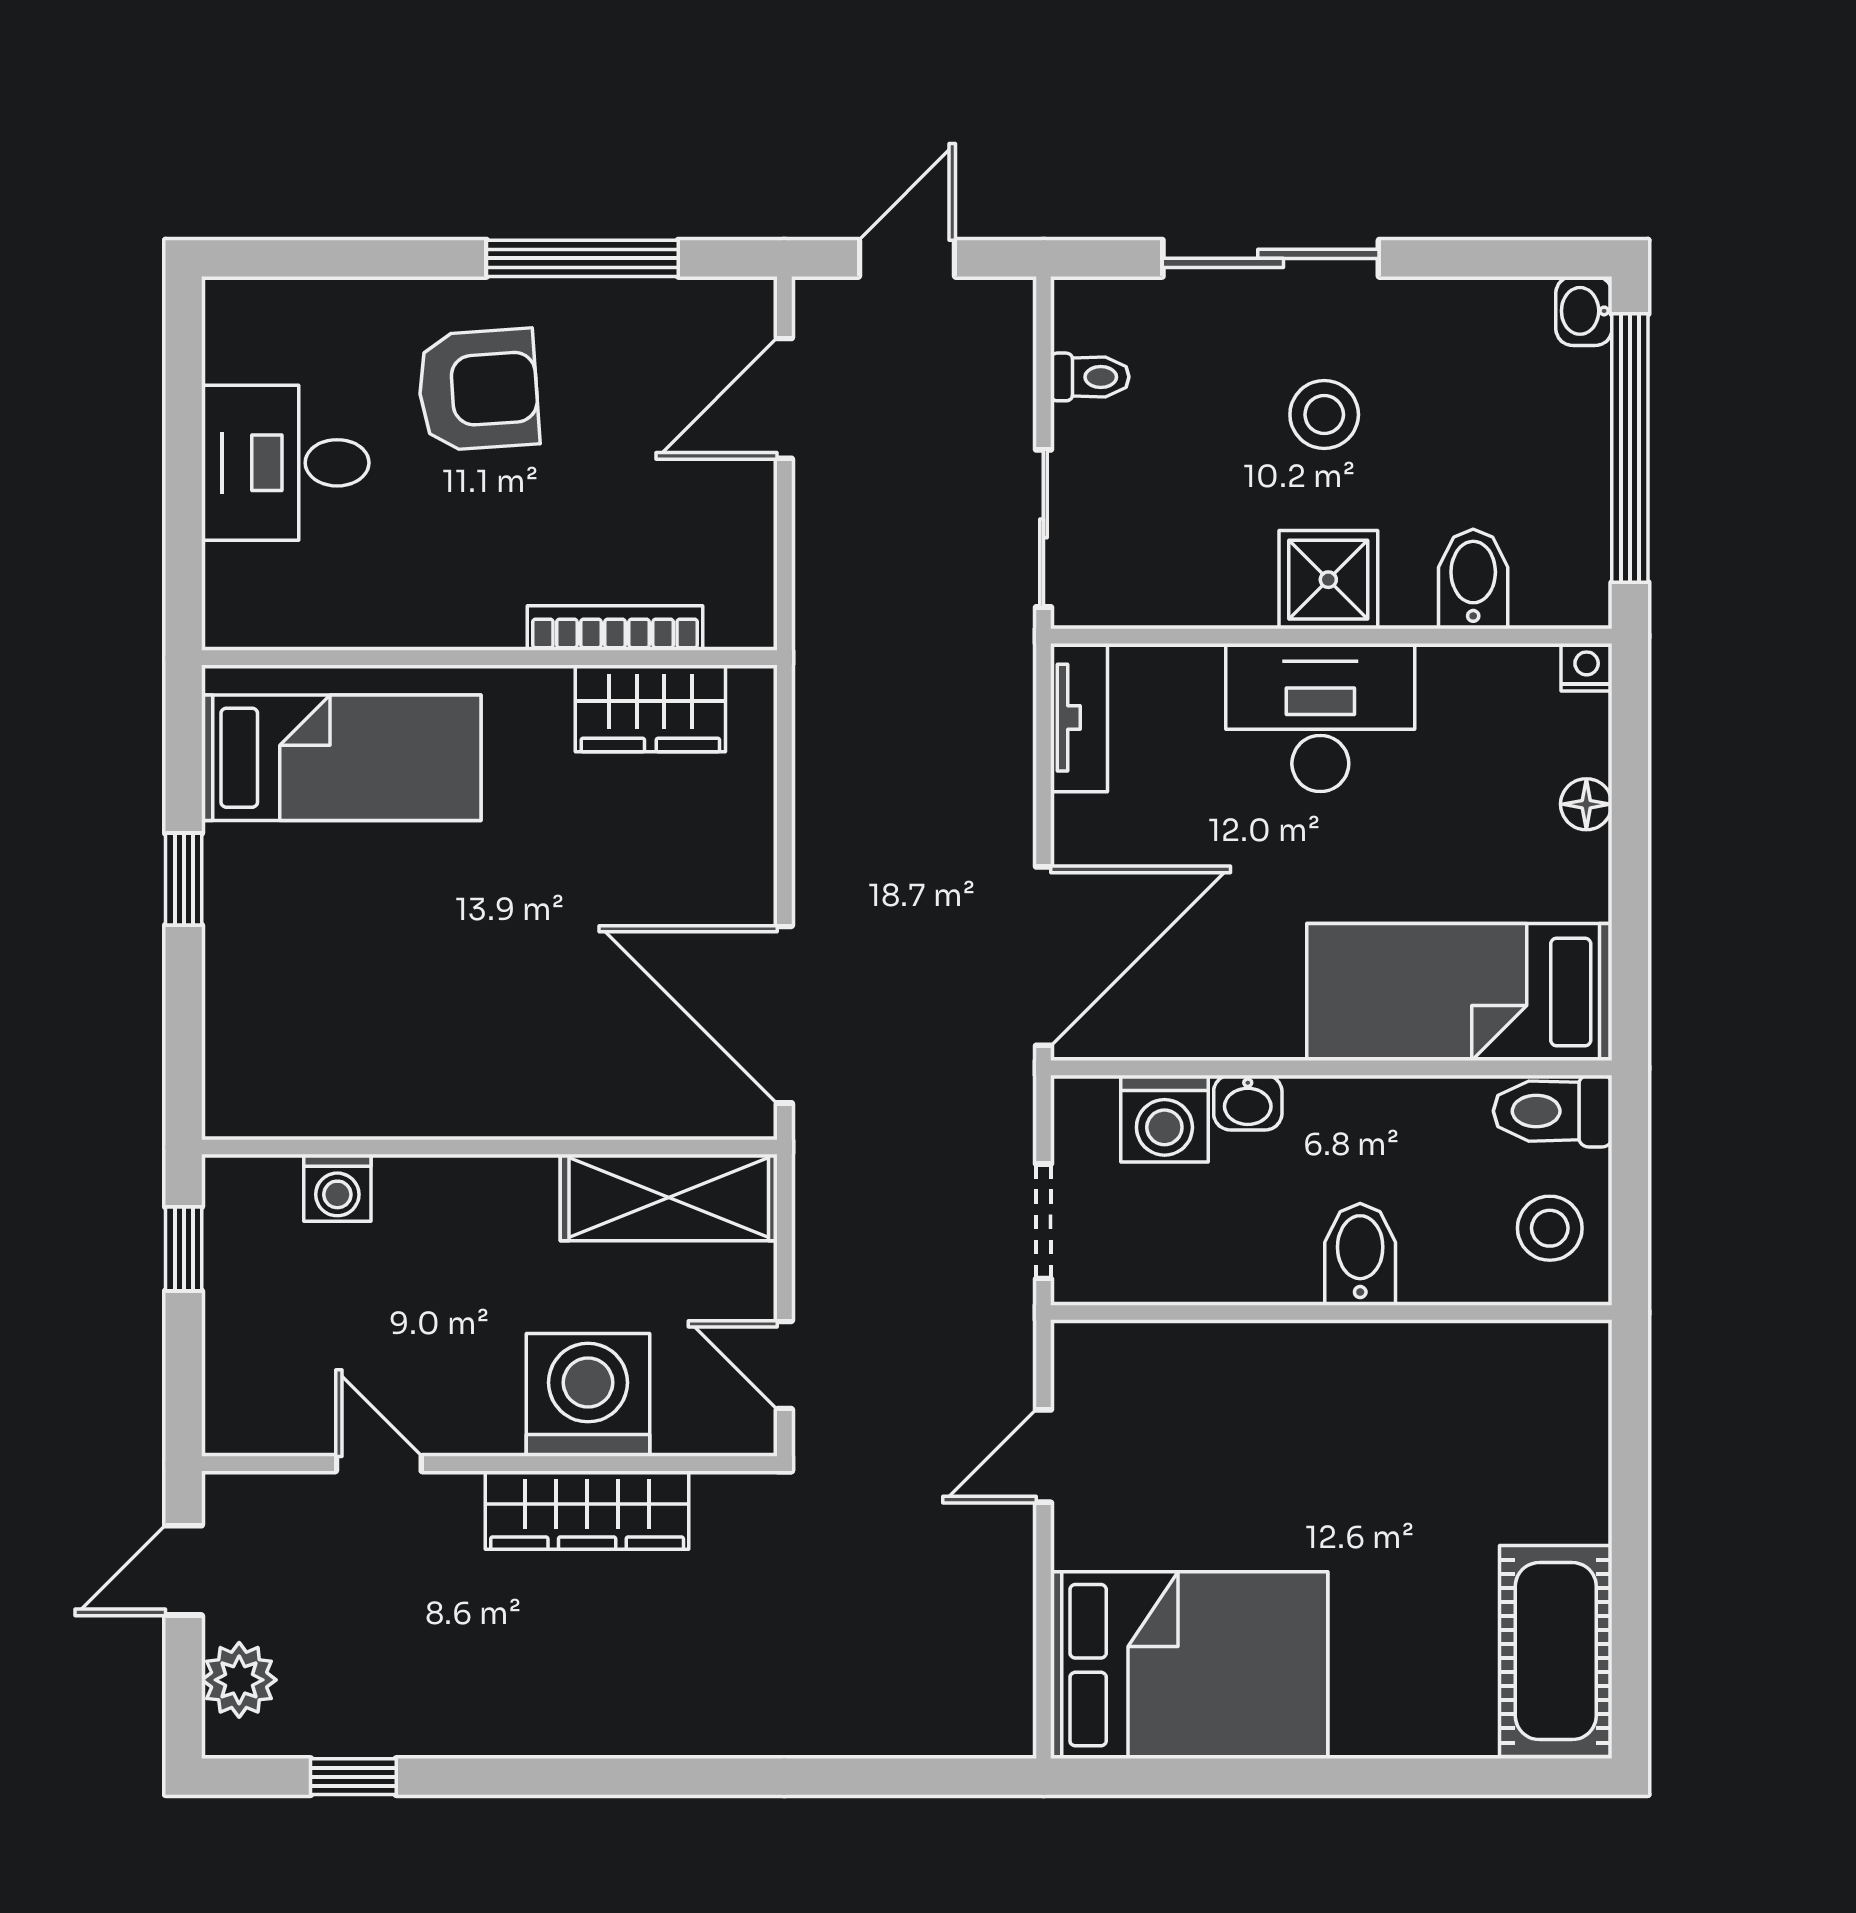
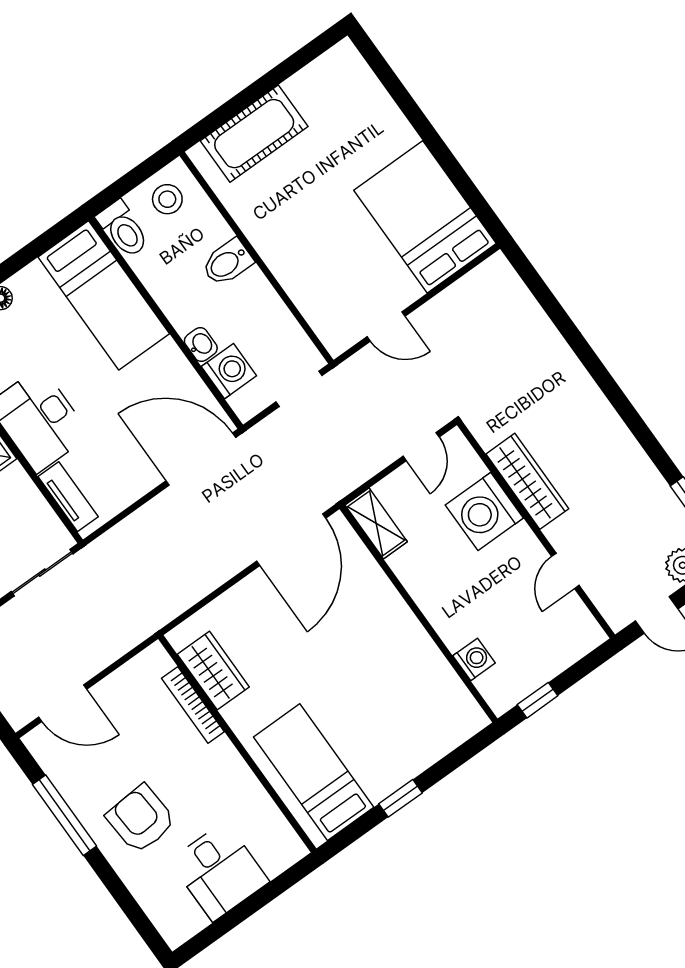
tv unit: (1079, 718) -> (68, 497), moved, turned 90
shelving: (669, 1198) -> (376, 523), width x0.67, depth x0.75
cot: (1556, 1651) -> (254, 134), moved

